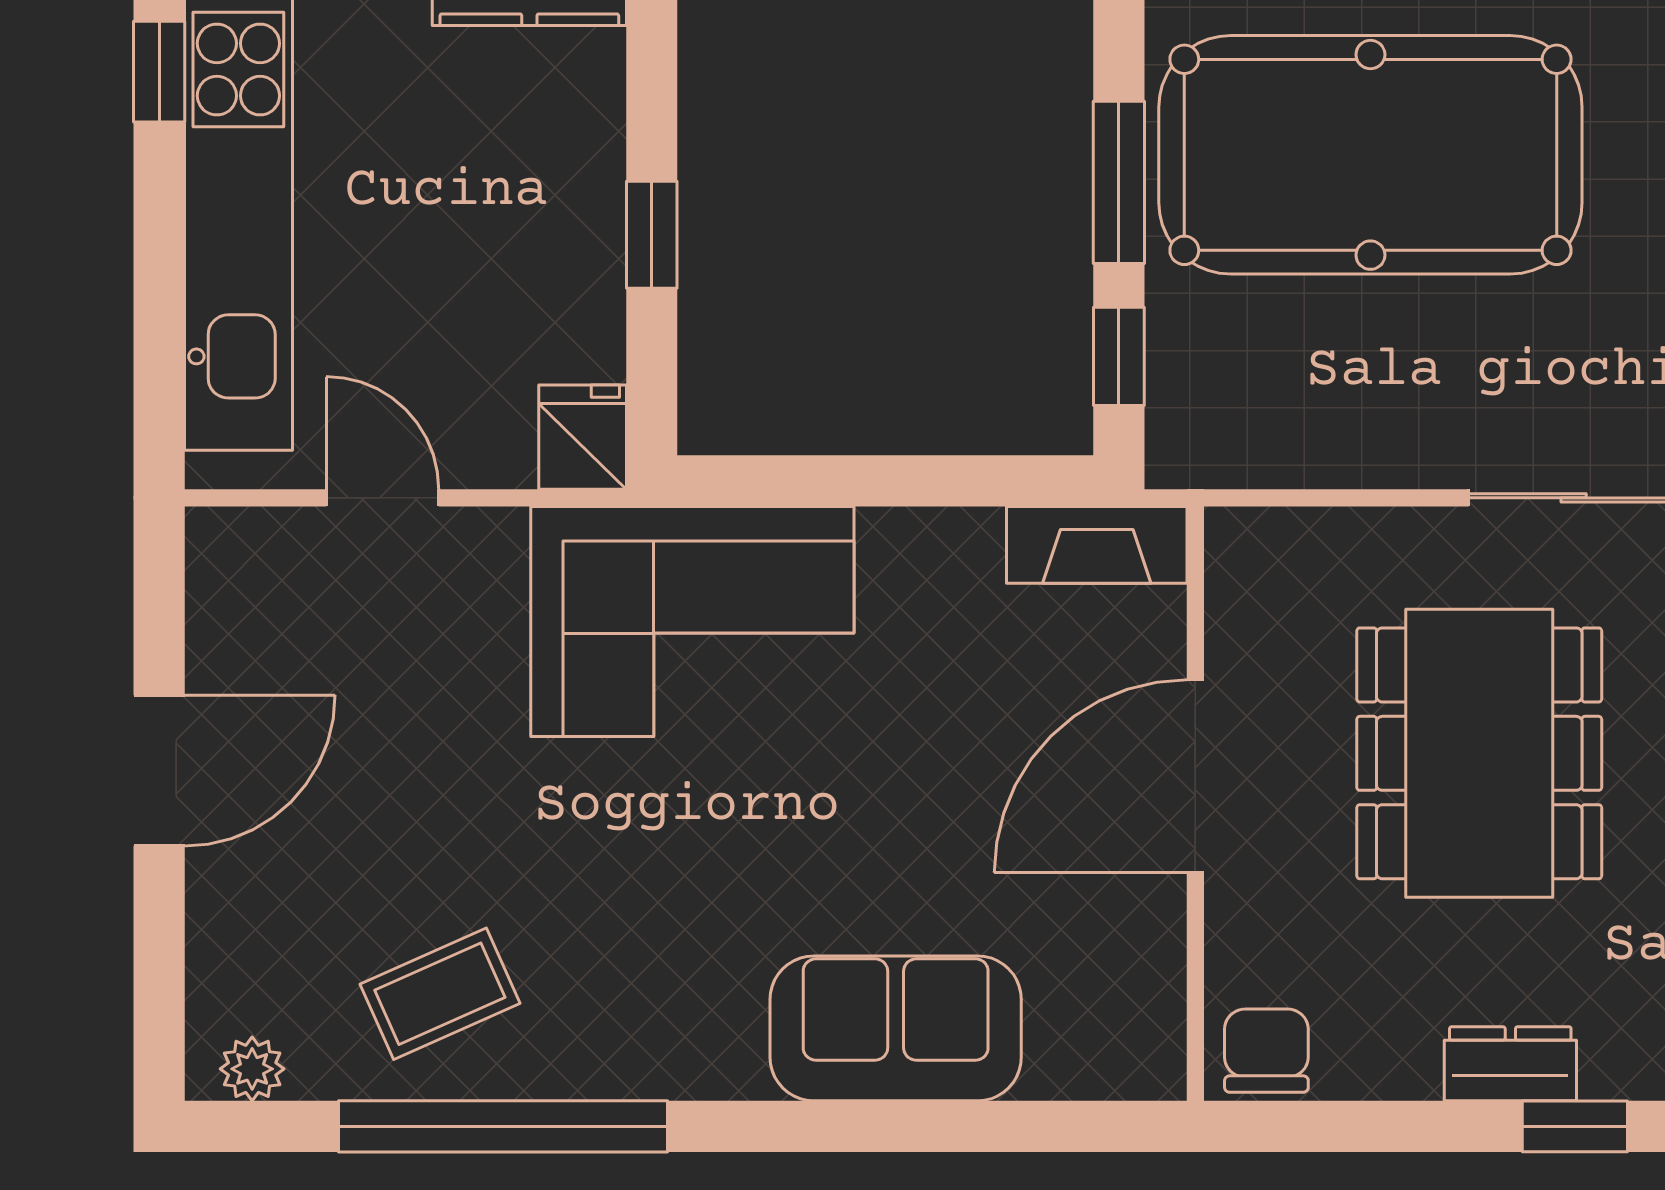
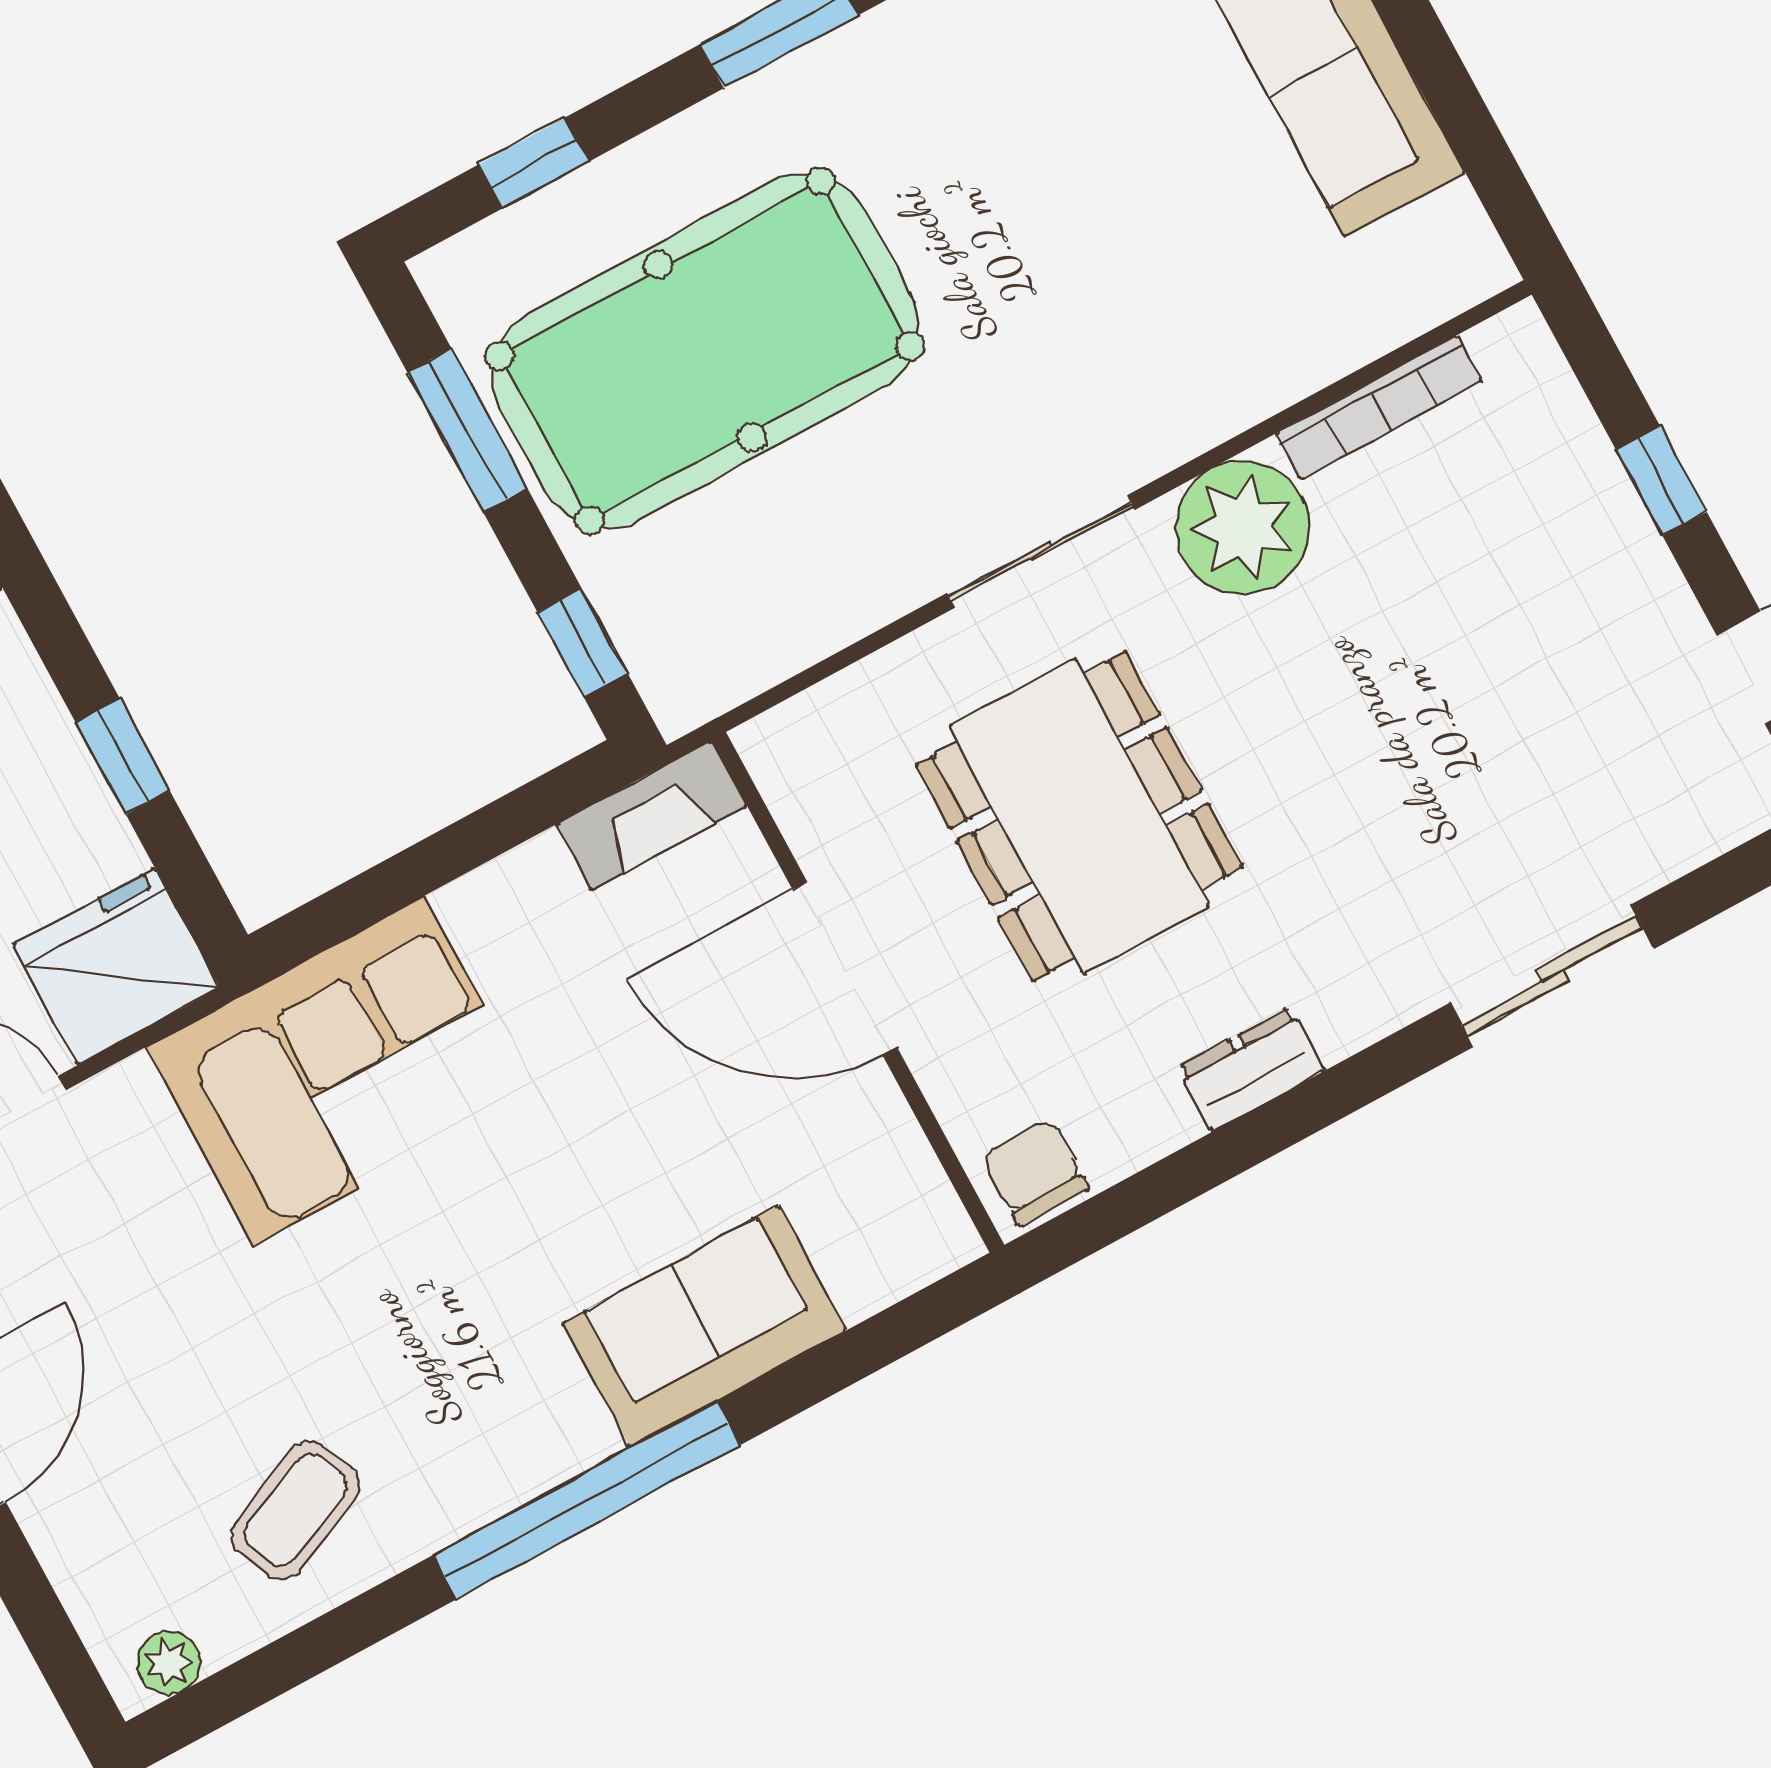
window: (1119, 182) -> (467, 430), moved
fridge: (583, 437) -> (116, 966), width x1.88, depth x1.34
door: (1195, 776) -> (845, 969), hinge flipped
window: (503, 1126) -> (587, 1500), moved
window: (1575, 1126) -> (1336, 1093), removed

